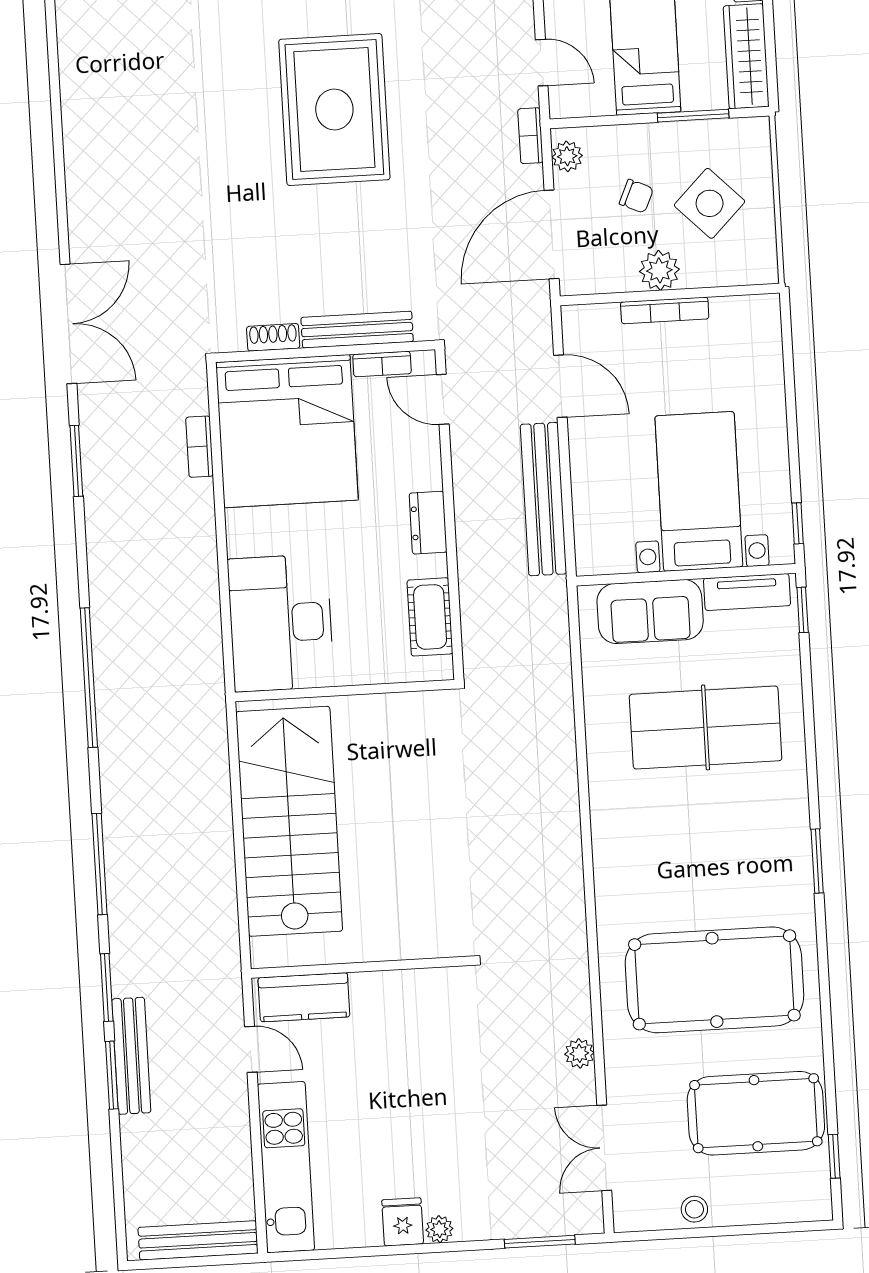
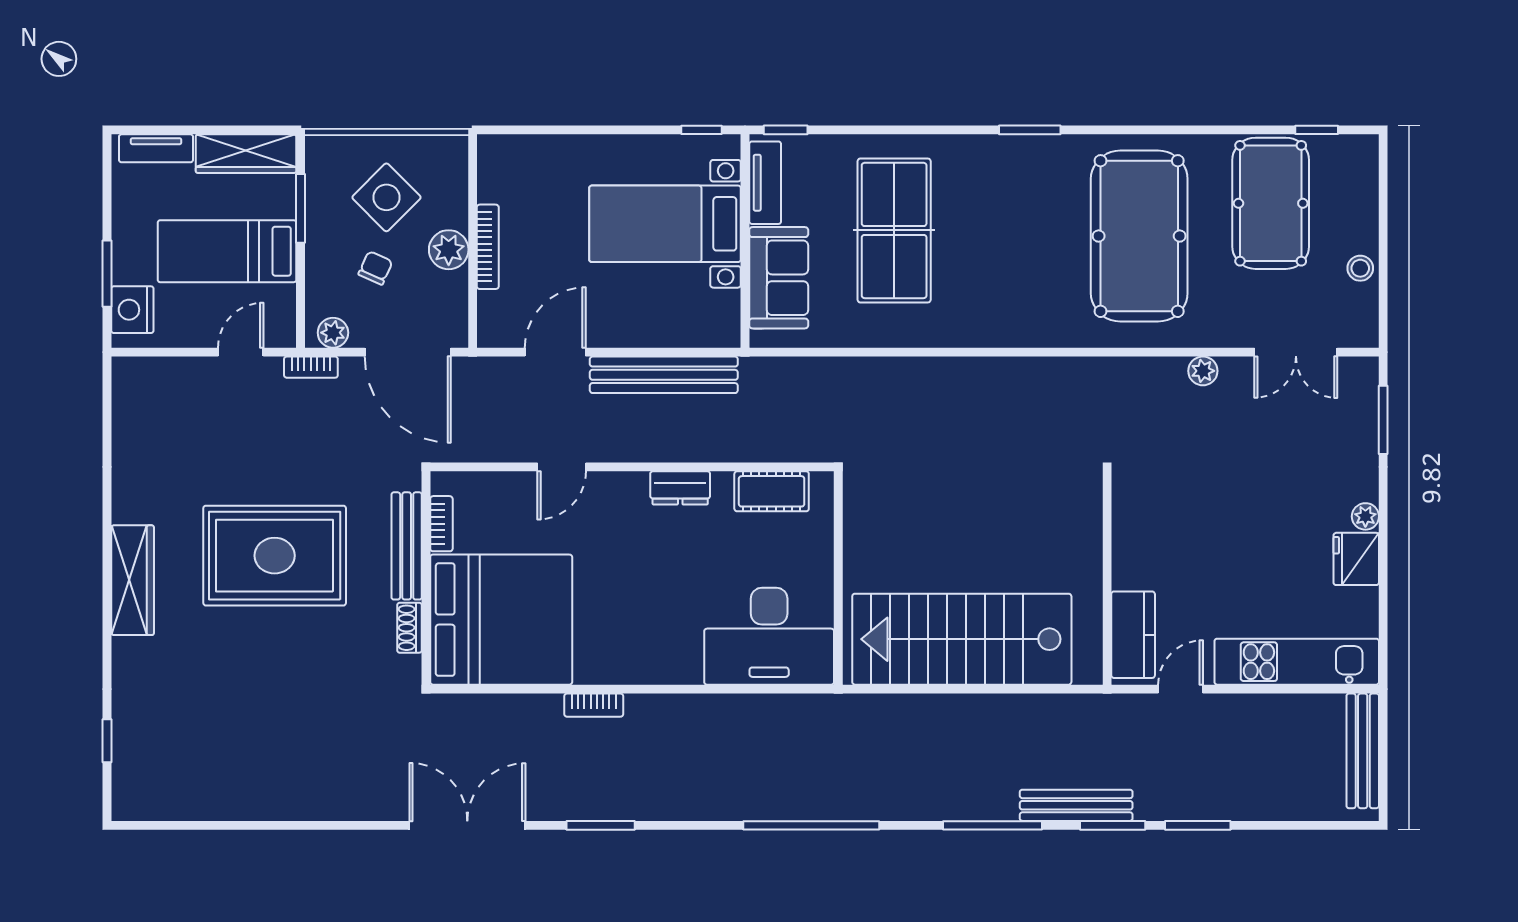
bench: (357, 330) -> (407, 546), moved
shoe rack: (273, 337) -> (409, 628), moved
wall: (325, 351) -> (426, 578), moved
bookcase: (382, 364) -> (441, 524), moved
bed: (287, 431) -> (501, 620), moved
bench: (131, 1056) -> (1076, 805), moved
fridge: (403, 1222) -> (1356, 559), width x1.38

